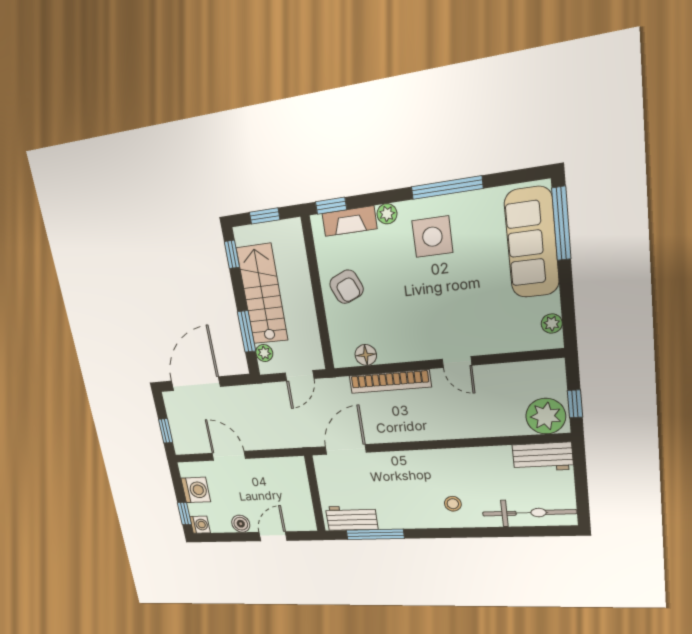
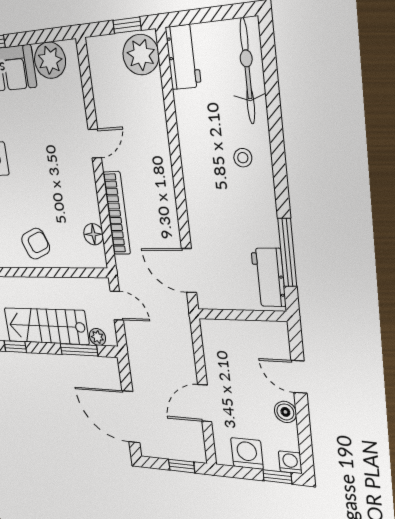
plant: (552, 324) -> (50, 60), width x1.88, depth x1.88

